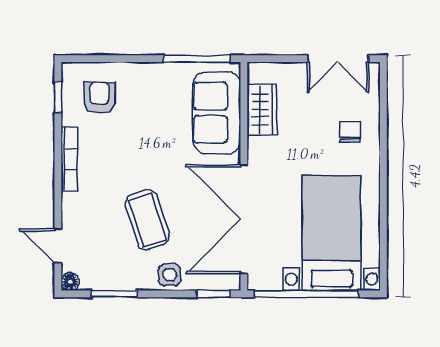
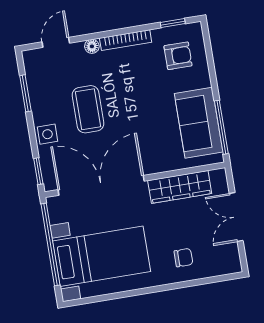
double door: (338, 59) -> (236, 217), moved
wardrobe: (262, 109) -> (180, 187), width x1.50
sofa: (217, 113) -> (199, 123), moved, turned -90
coffee table: (147, 220) -> (88, 109), turned -73
floor lamp: (70, 282) -> (92, 46), moved

